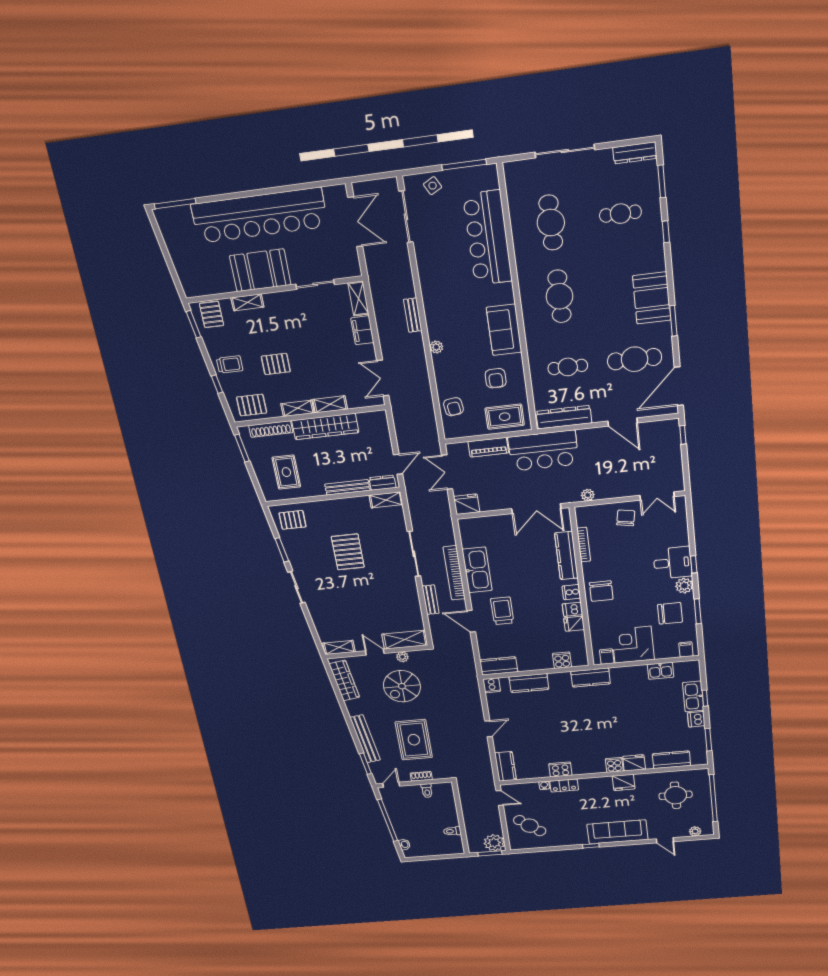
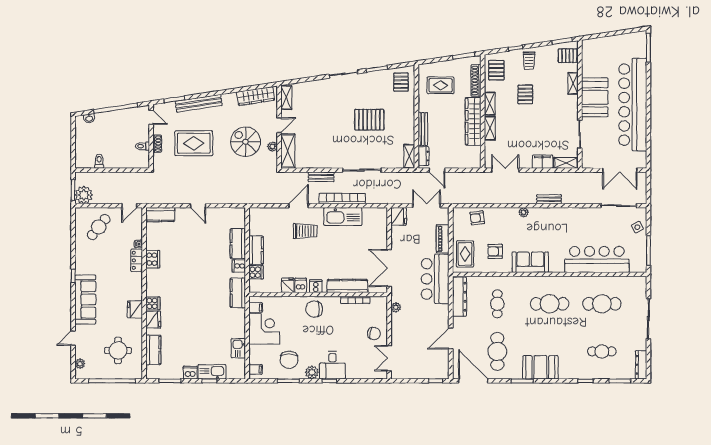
cafe table: (620, 214) -> (602, 351), turned 90
kitchen counter: (499, 666) -> (256, 250), moved
cooker: (492, 685) -> (239, 266), moved

